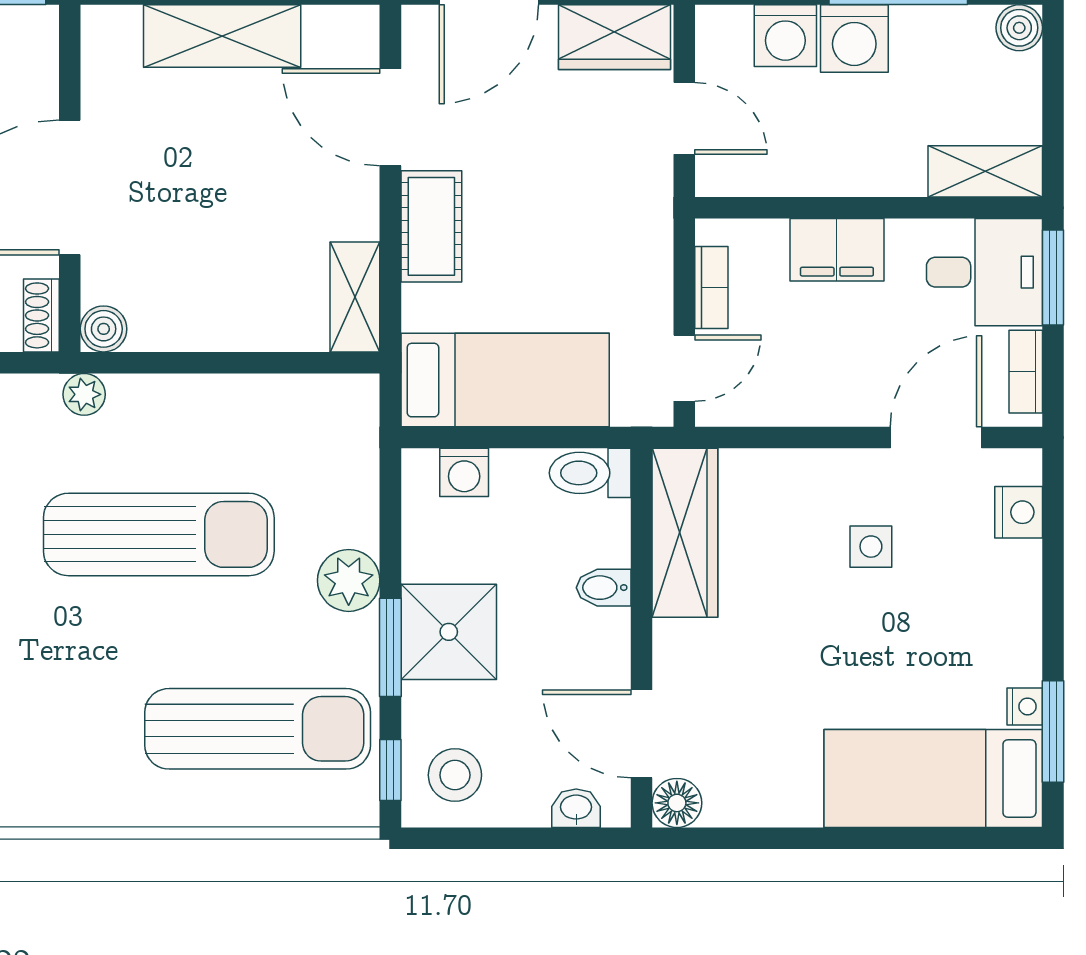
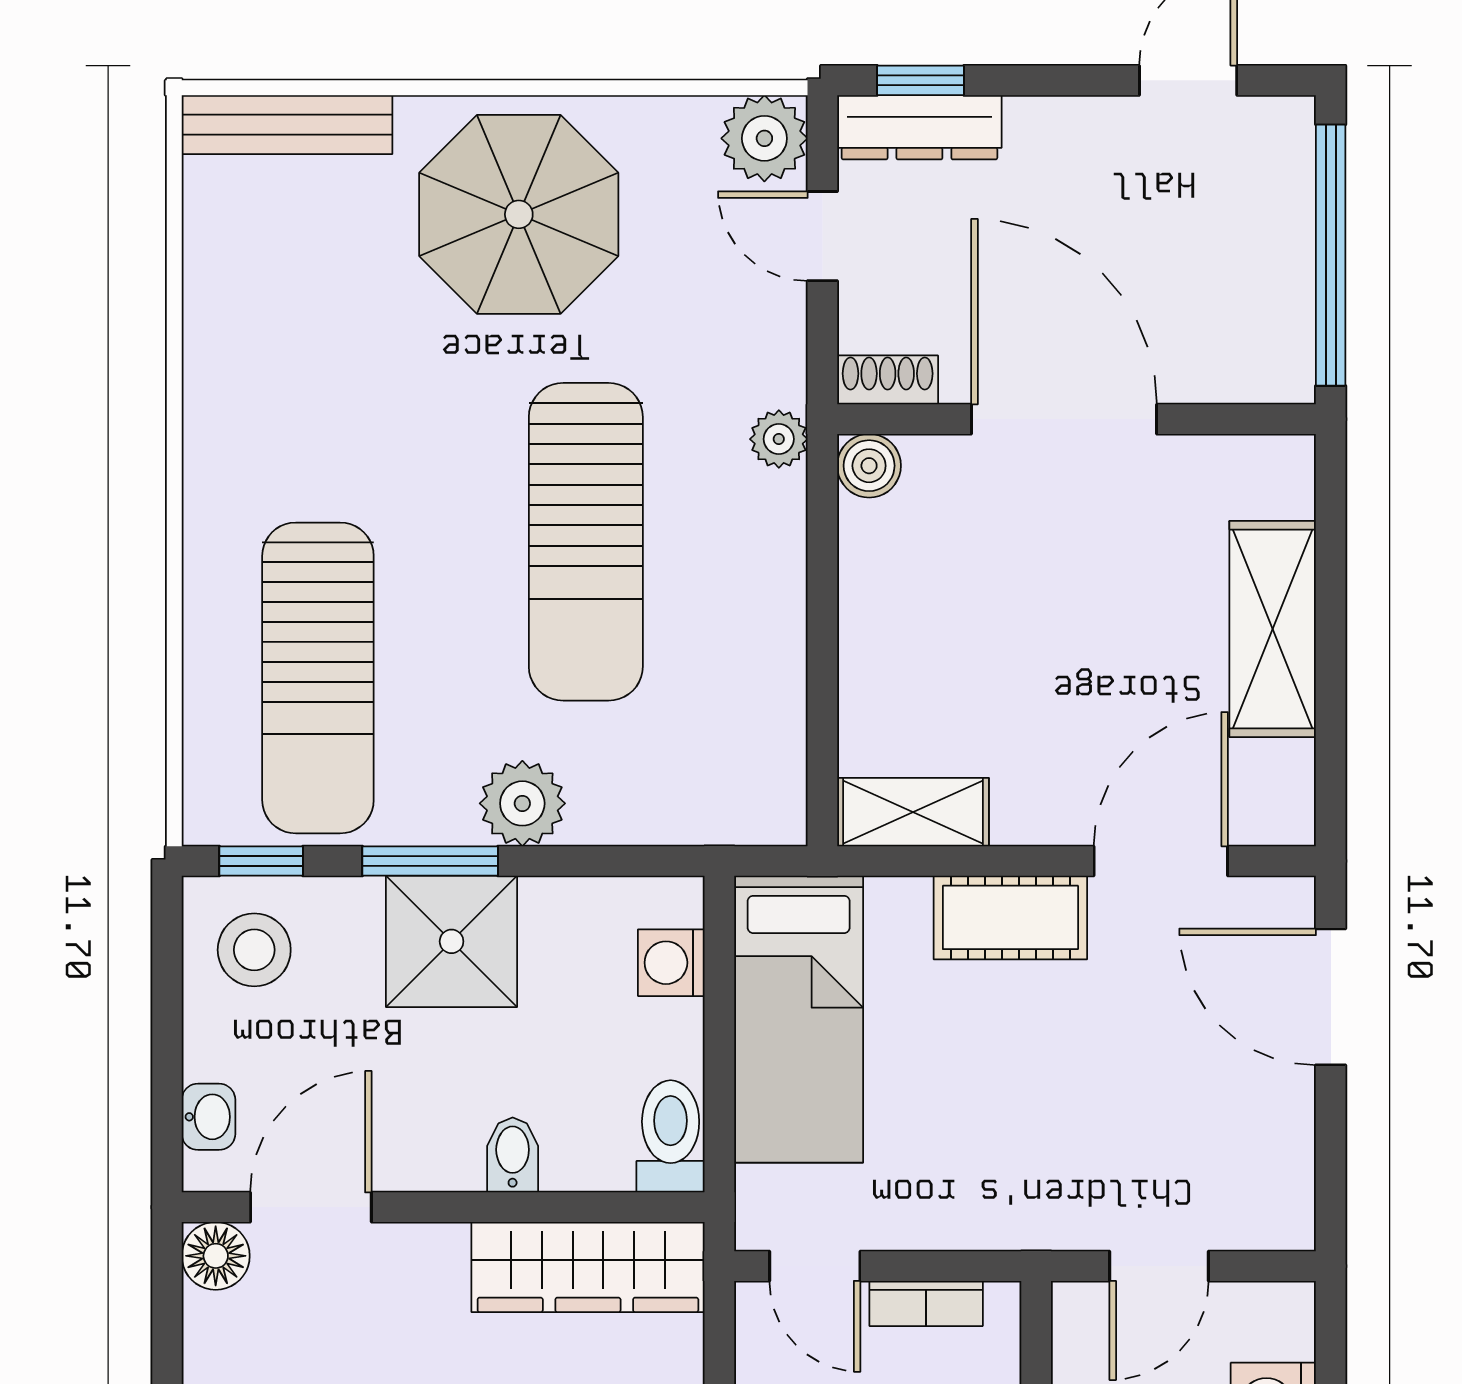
wardrobe: (614, 37) -> (1271, 1170), removed

